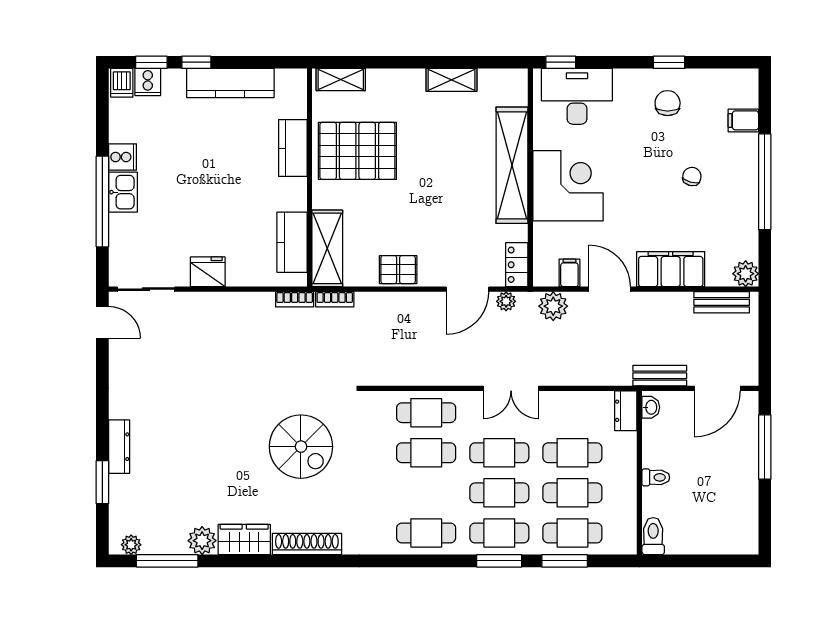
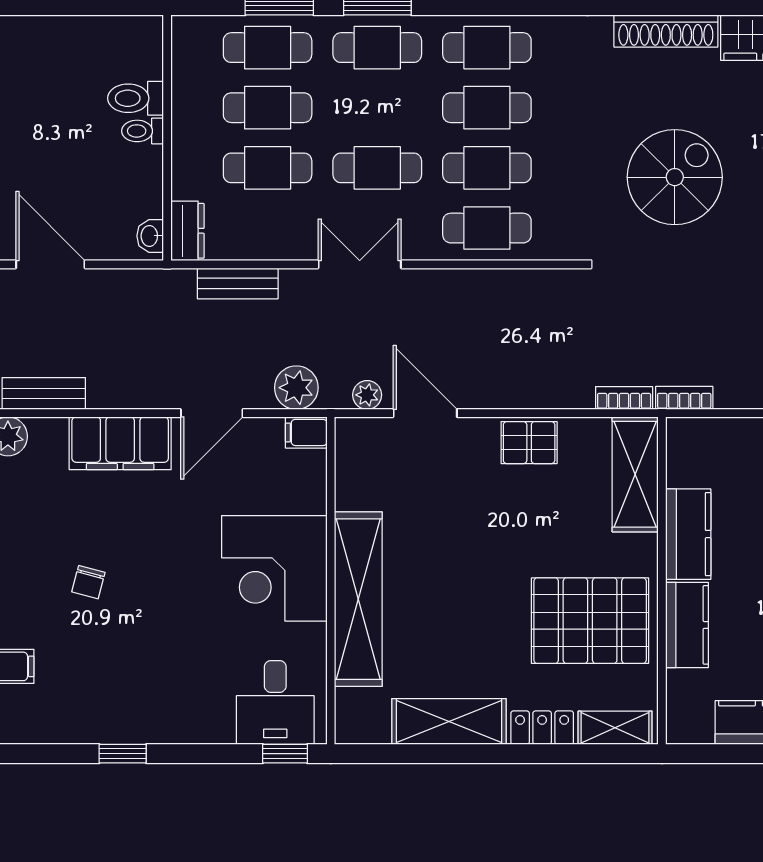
shelving: (451, 80) -> (449, 721), width x1.50, depth x1.33
desk: (577, 96) -> (275, 702), width x0.73
chair: (668, 103) -> (125, 692), removed
kitchen counter: (292, 242) -> (688, 534), moved
locker: (517, 265) -> (542, 728), moved, turned -90
filing cabinet: (569, 273) -> (306, 432), moved, turned 90
door: (467, 289) -> (425, 413), hinge flipped
door: (610, 289) -> (212, 413), hinge flipped
bench: (660, 376) -> (238, 283), moved
door: (717, 388) -> (50, 264), hinge flipped
spiral stairs: (301, 447) -> (675, 177), turned 90
cafe table: (499, 493) -> (487, 108), moved
toilet: (653, 536) -> (135, 98), moved, turned 90

